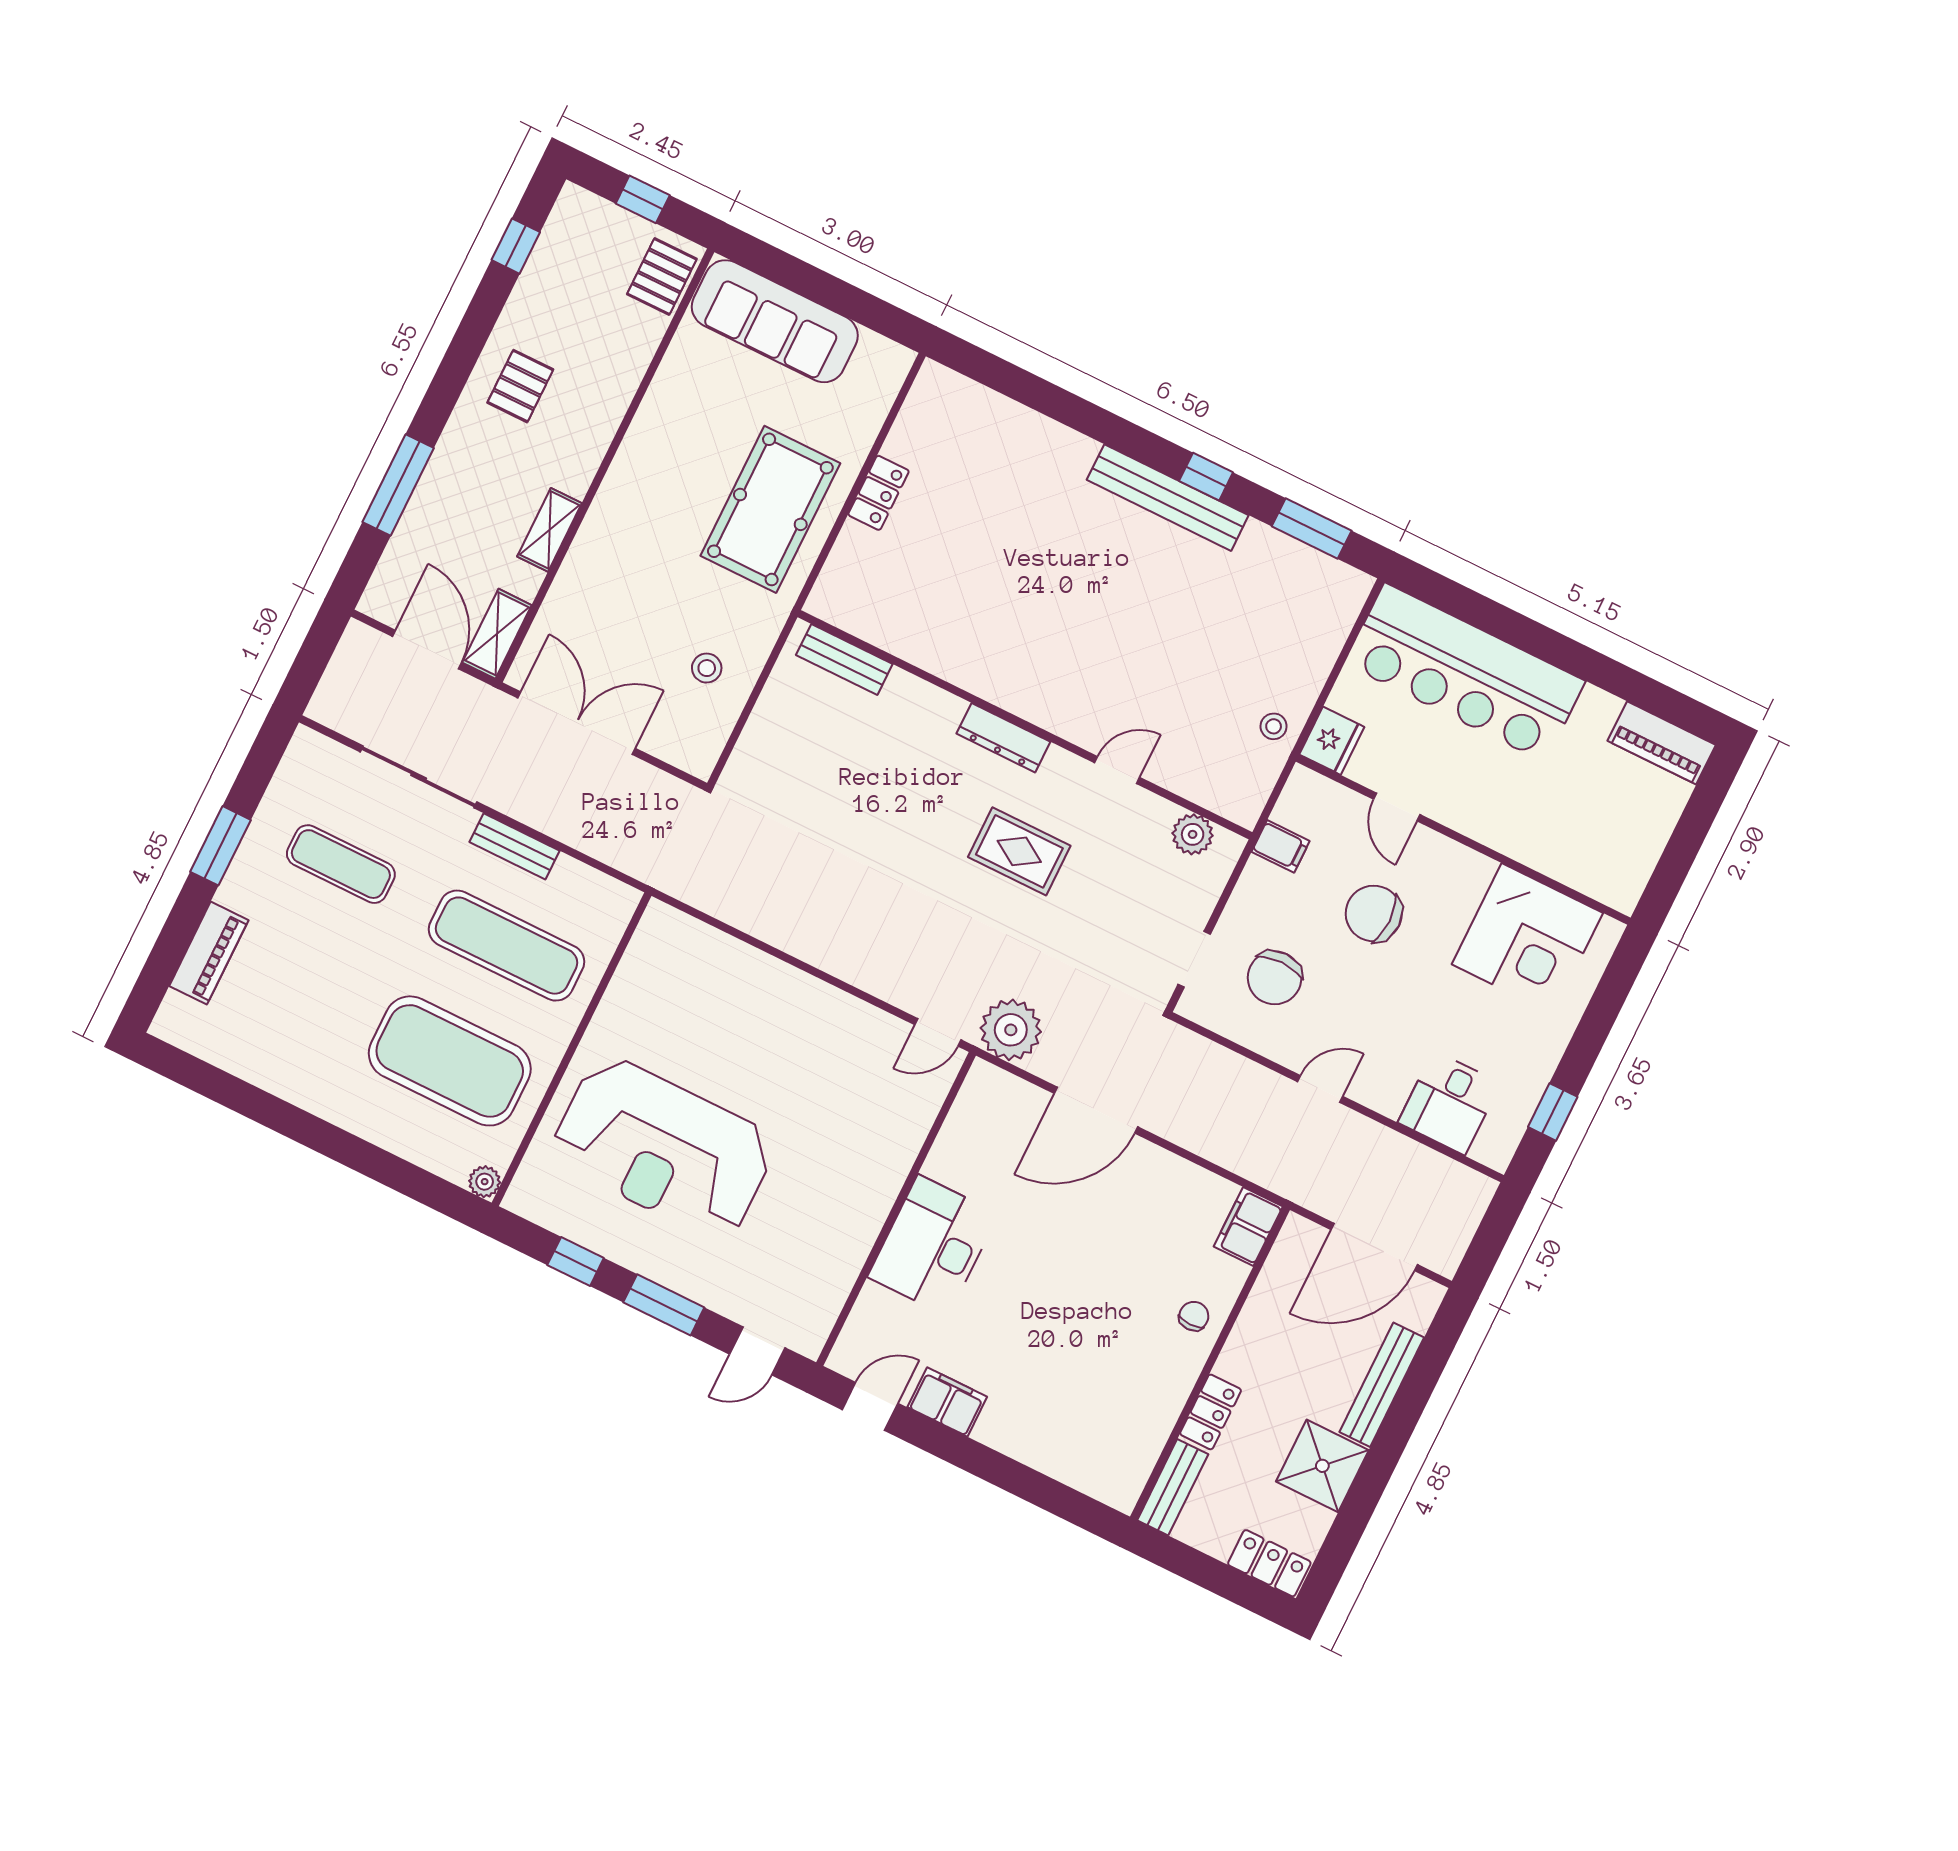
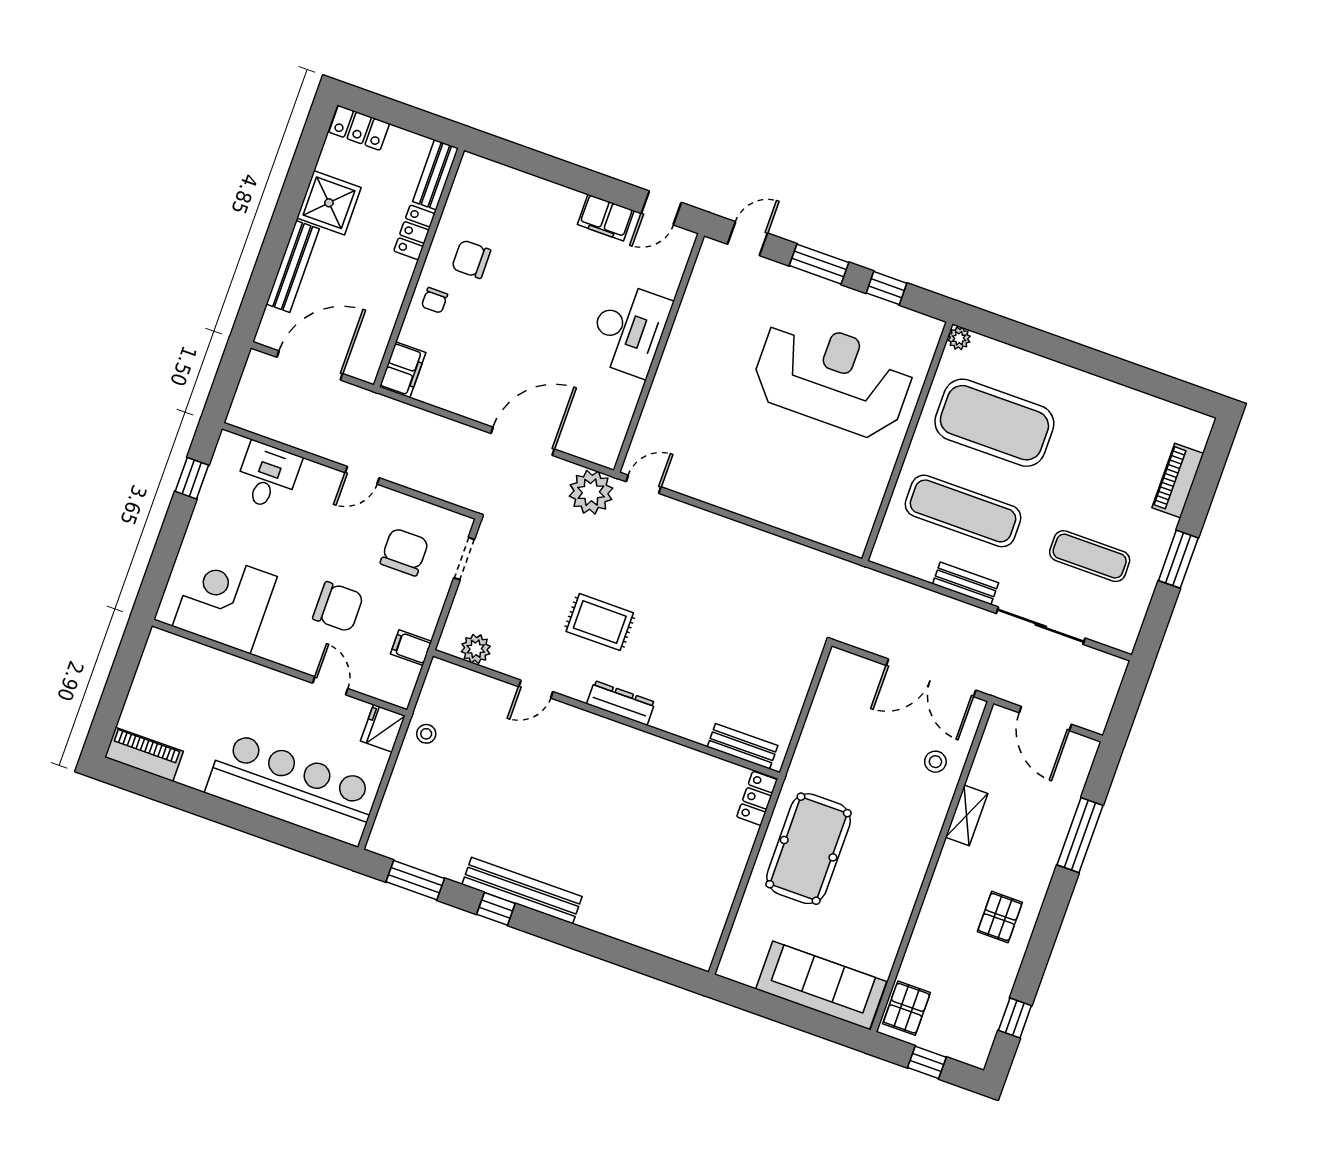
locker: (879, 493) -> (757, 798), moved
shelving: (497, 634) -> (996, 736), removed
stool: (707, 668) -> (935, 762), moved
chair: (1137, 1367) -> (471, 259), added

